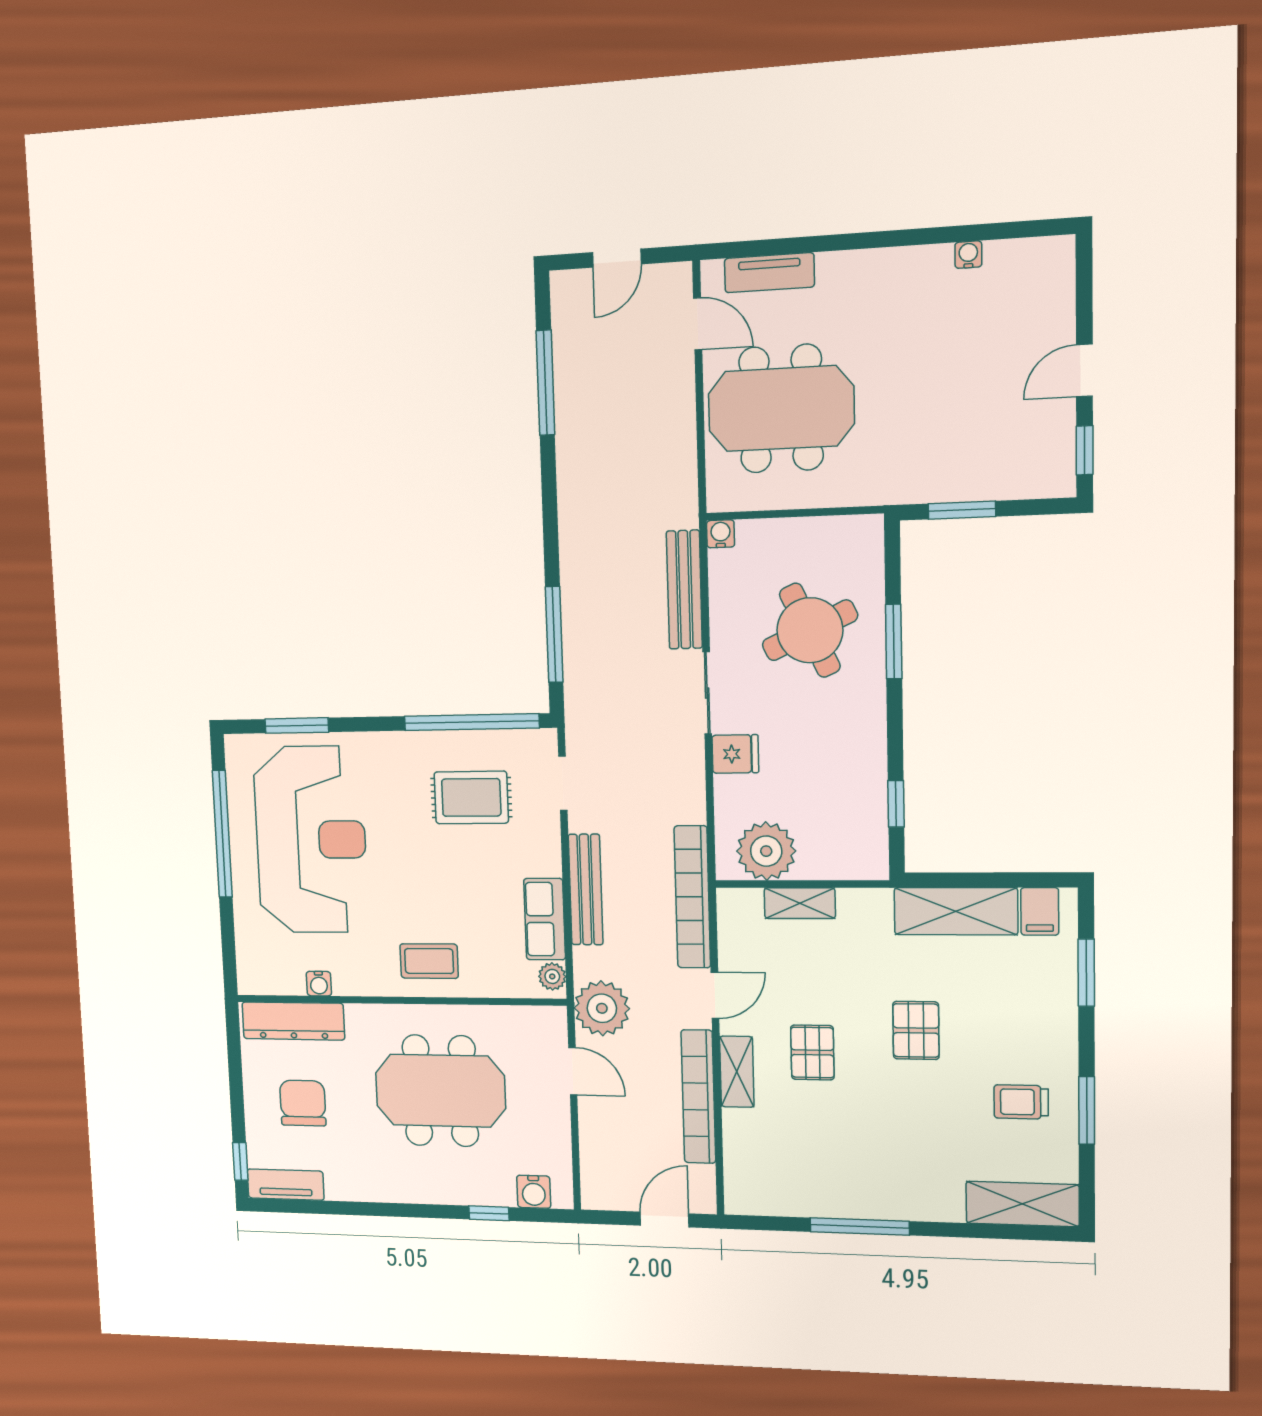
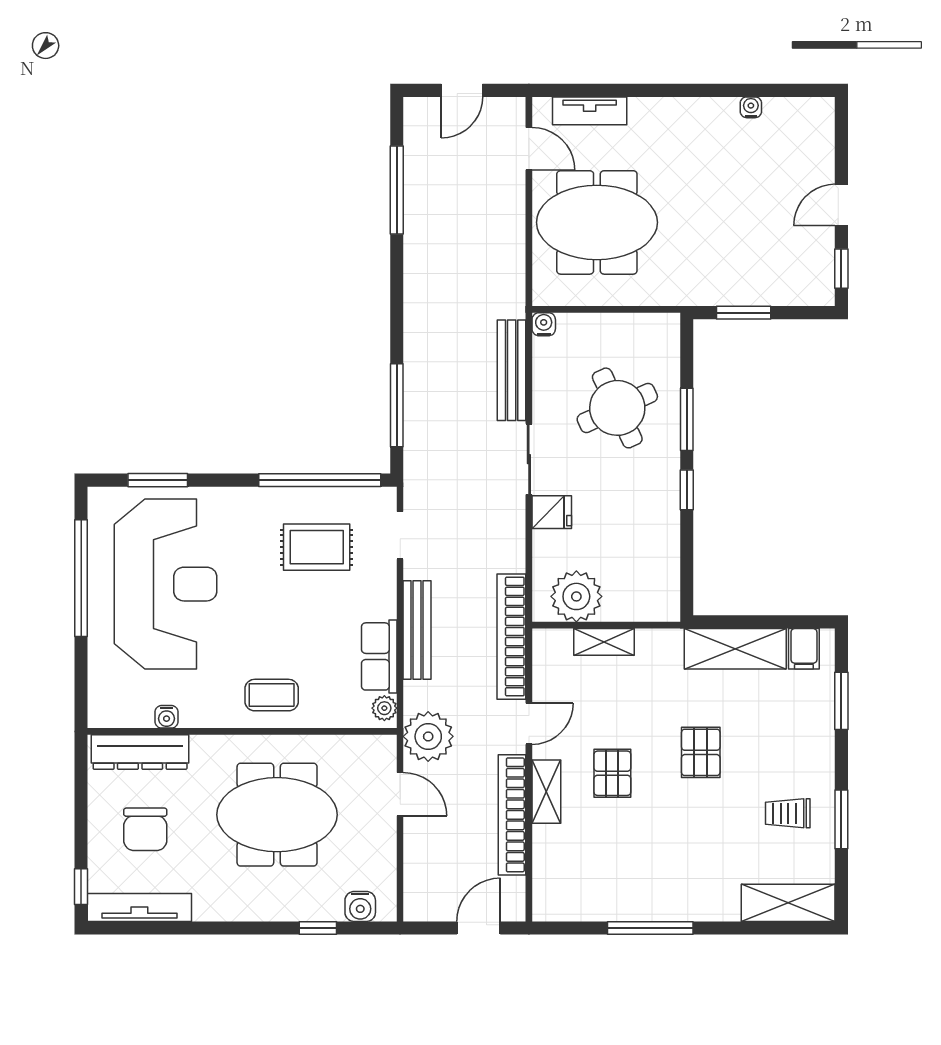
window: (896, 804) -> (687, 490), moved
chair: (303, 1103) -> (145, 829), turned 180
tv unit: (286, 1185) -> (139, 907), width x1.41

